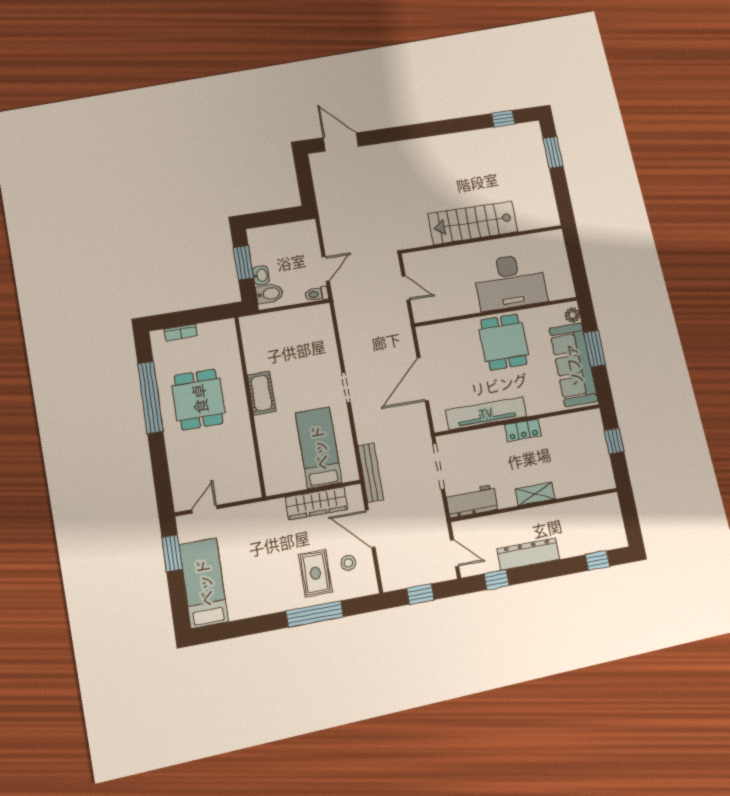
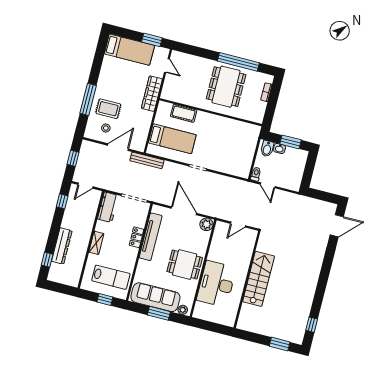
plant: (428, 336) -> (206, 224), added
cot: (261, 393) -> (184, 113), moved
dining table: (199, 399) -> (226, 87), width x1.37
locker: (523, 430) -> (137, 237), moved
lab bench: (576, 447) -> (111, 277), added
wardrobe: (316, 503) -> (152, 94), moved
dresser: (528, 554) -> (62, 246), moved

